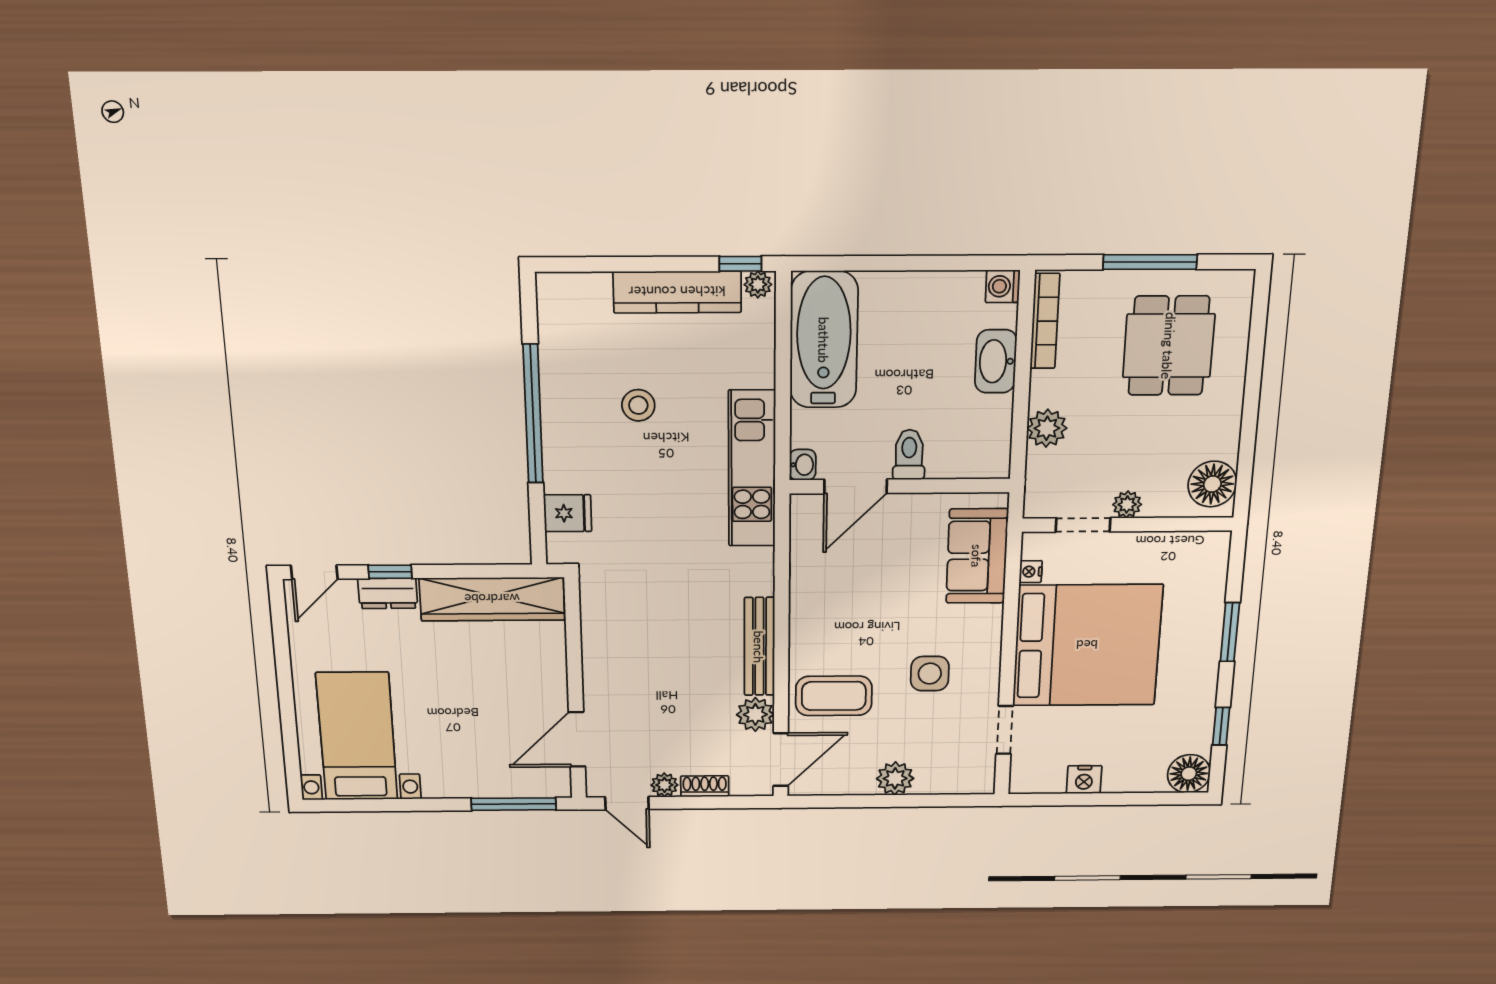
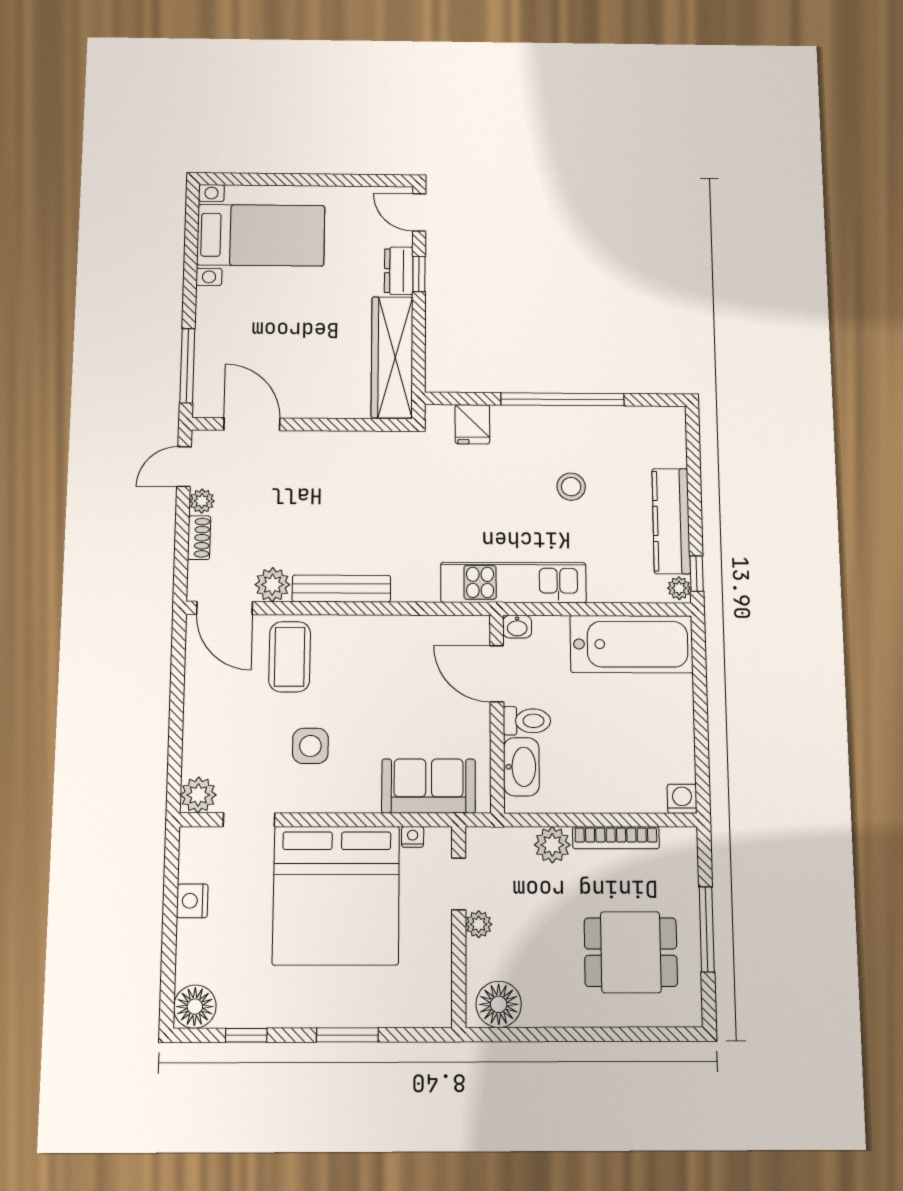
bookcase: (1045, 321) -> (616, 838), moved
washbasin: (996, 361) -> (521, 767), moved, turned 90
plant: (895, 778) -> (198, 795), moved

